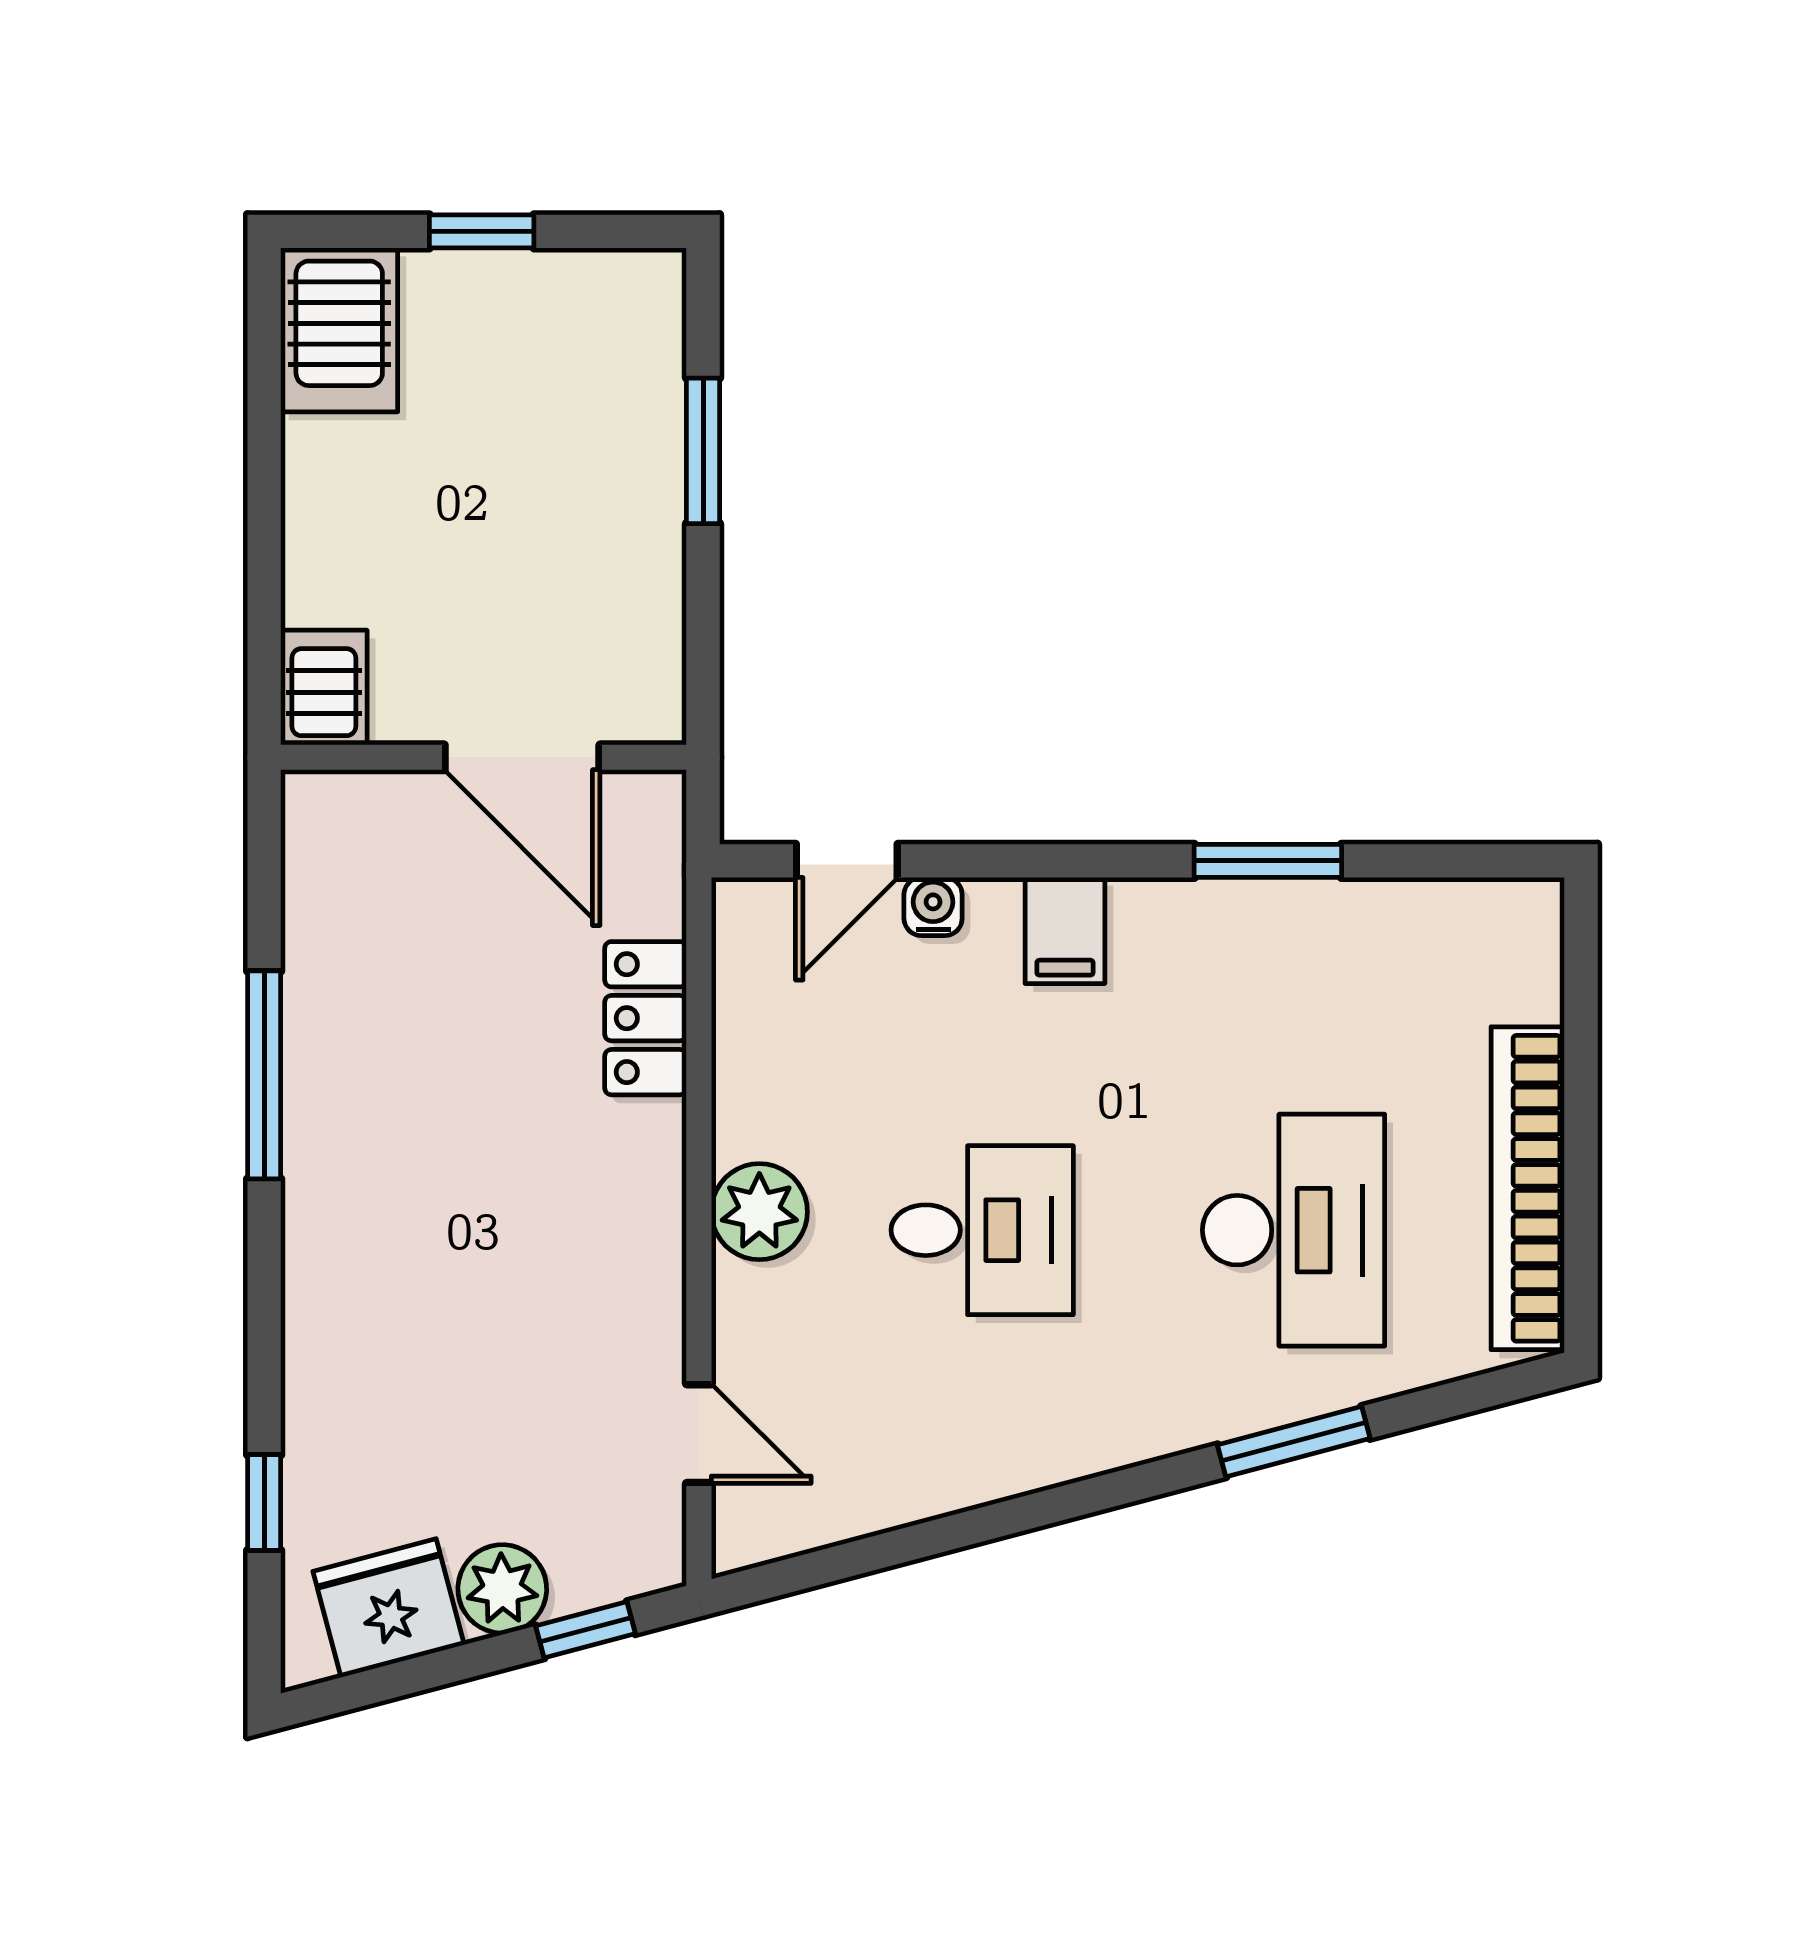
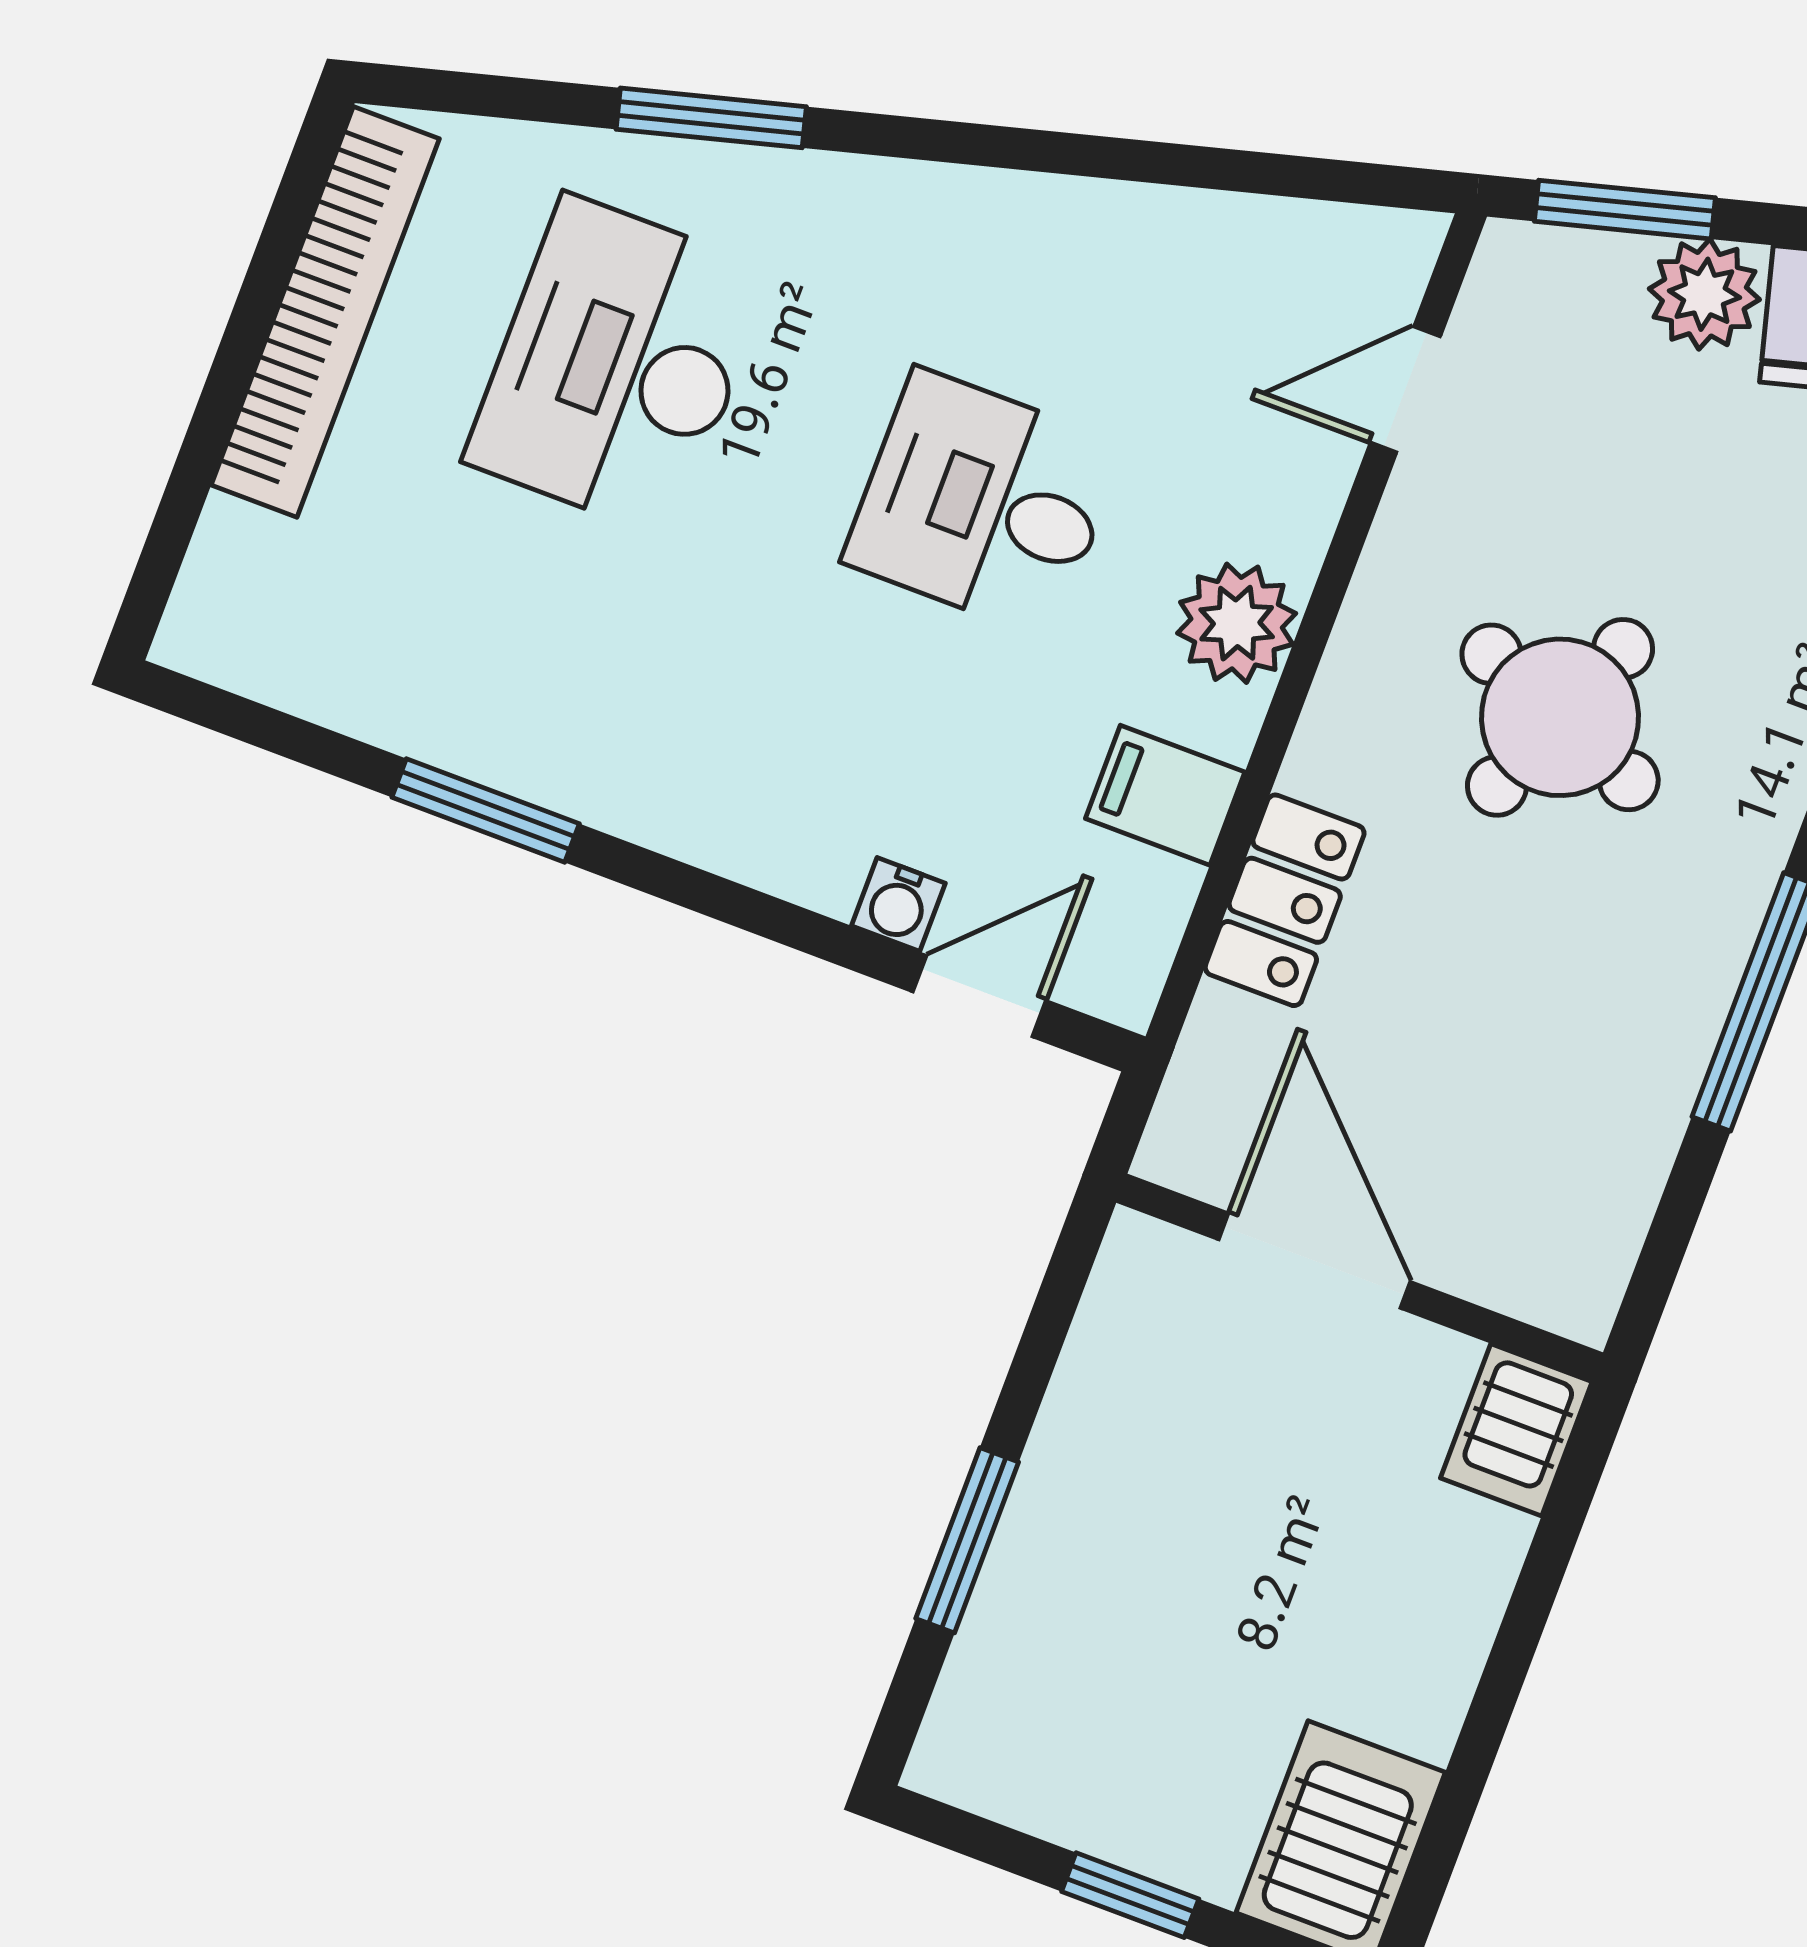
filing cabinet: (1065, 931) -> (1165, 795), moved, turned -90
round table: (491, 1232) -> (1560, 717), added
door: (699, 1434) -> (1405, 390), hinge flipped
window: (585, 1630) -> (1625, 210), width x1.50

